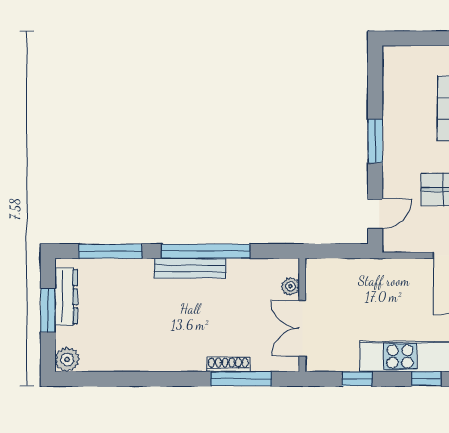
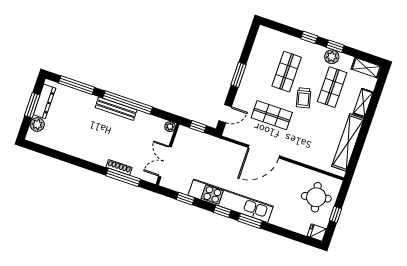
window: (337, 251) -> (198, 127), added
plant: (290, 286) -> (170, 127), moved
plant: (67, 360) -> (37, 124), moved

